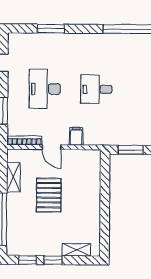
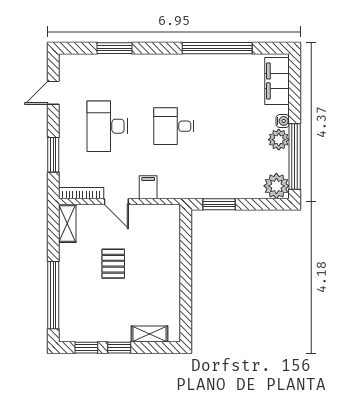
shelving: (13, 177) -> (67, 223), moved
pallet: (49, 195) -> (113, 264), width x0.67, depth x0.71

